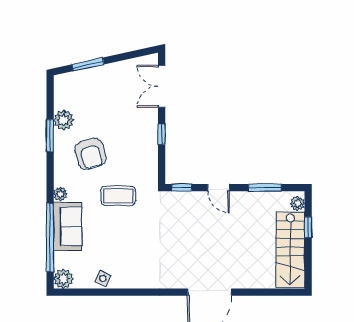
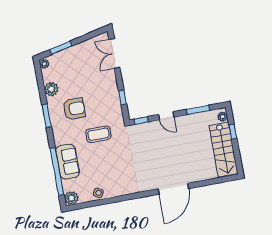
window: (162, 134) -> (122, 97), moved
window: (50, 136) -> (47, 116), moved
armchair: (91, 154) -> (74, 109), turned -74
plant: (60, 194) -> (44, 64), moved

